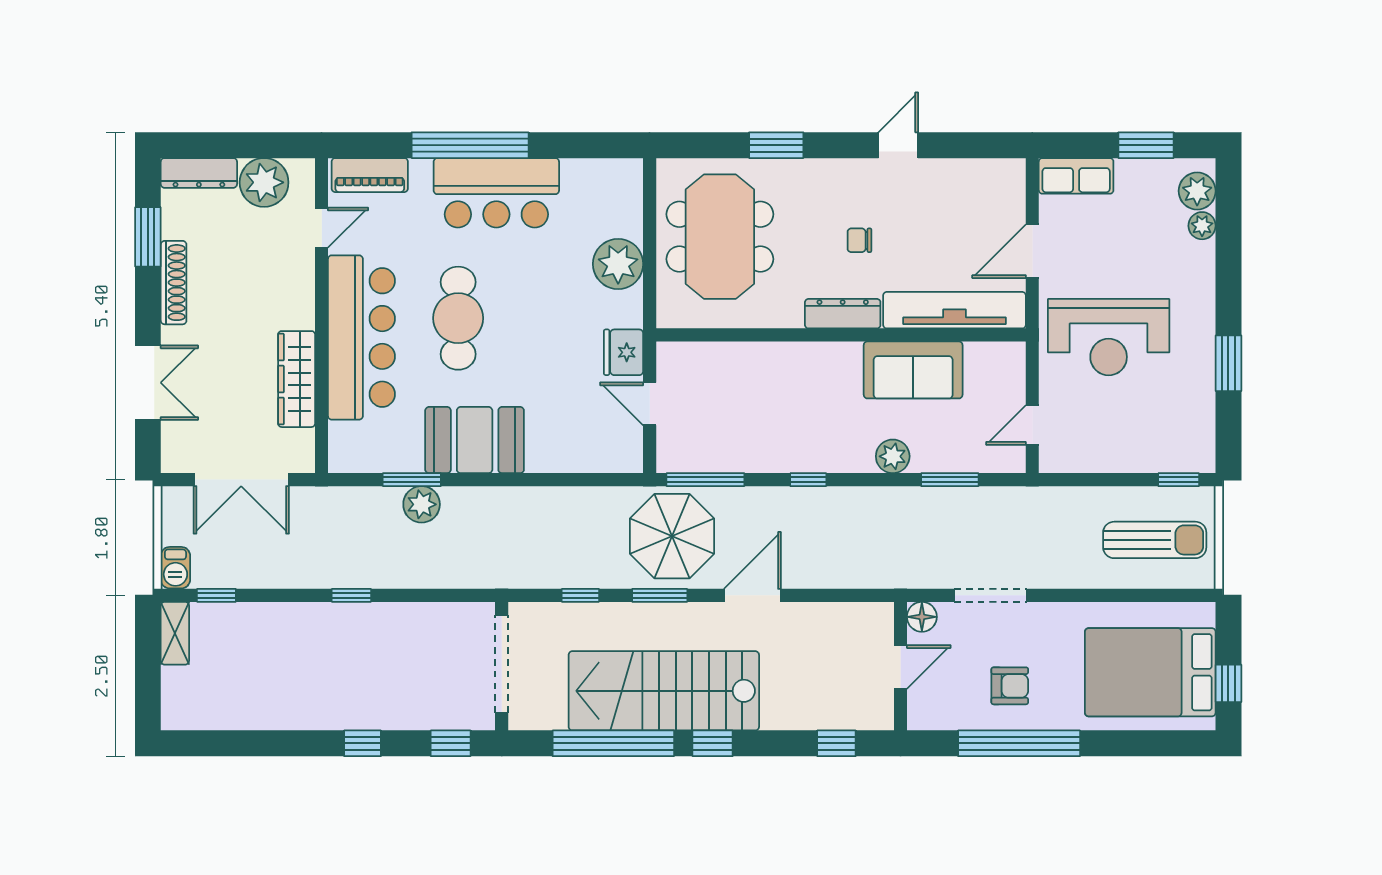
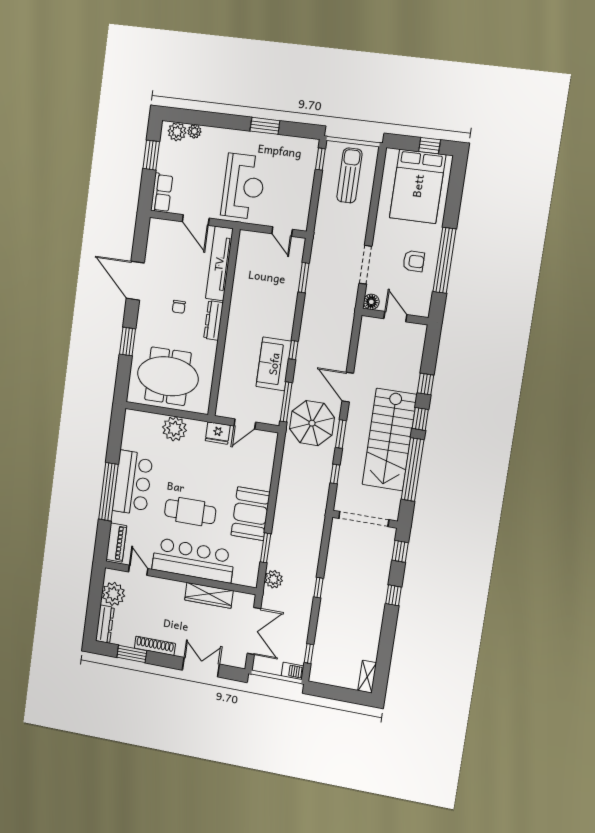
door: (898, 145) -> (135, 281), width x1.88
sofa: (913, 370) -> (274, 364), moved, turned 180
plant: (893, 456) -> (288, 305), removed
plant: (422, 504) -> (274, 579), moved
shelving: (175, 633) -> (367, 677), moved, turned 90
armchair: (1010, 686) -> (414, 261), turned 90
window: (836, 743) -> (426, 384), moved

